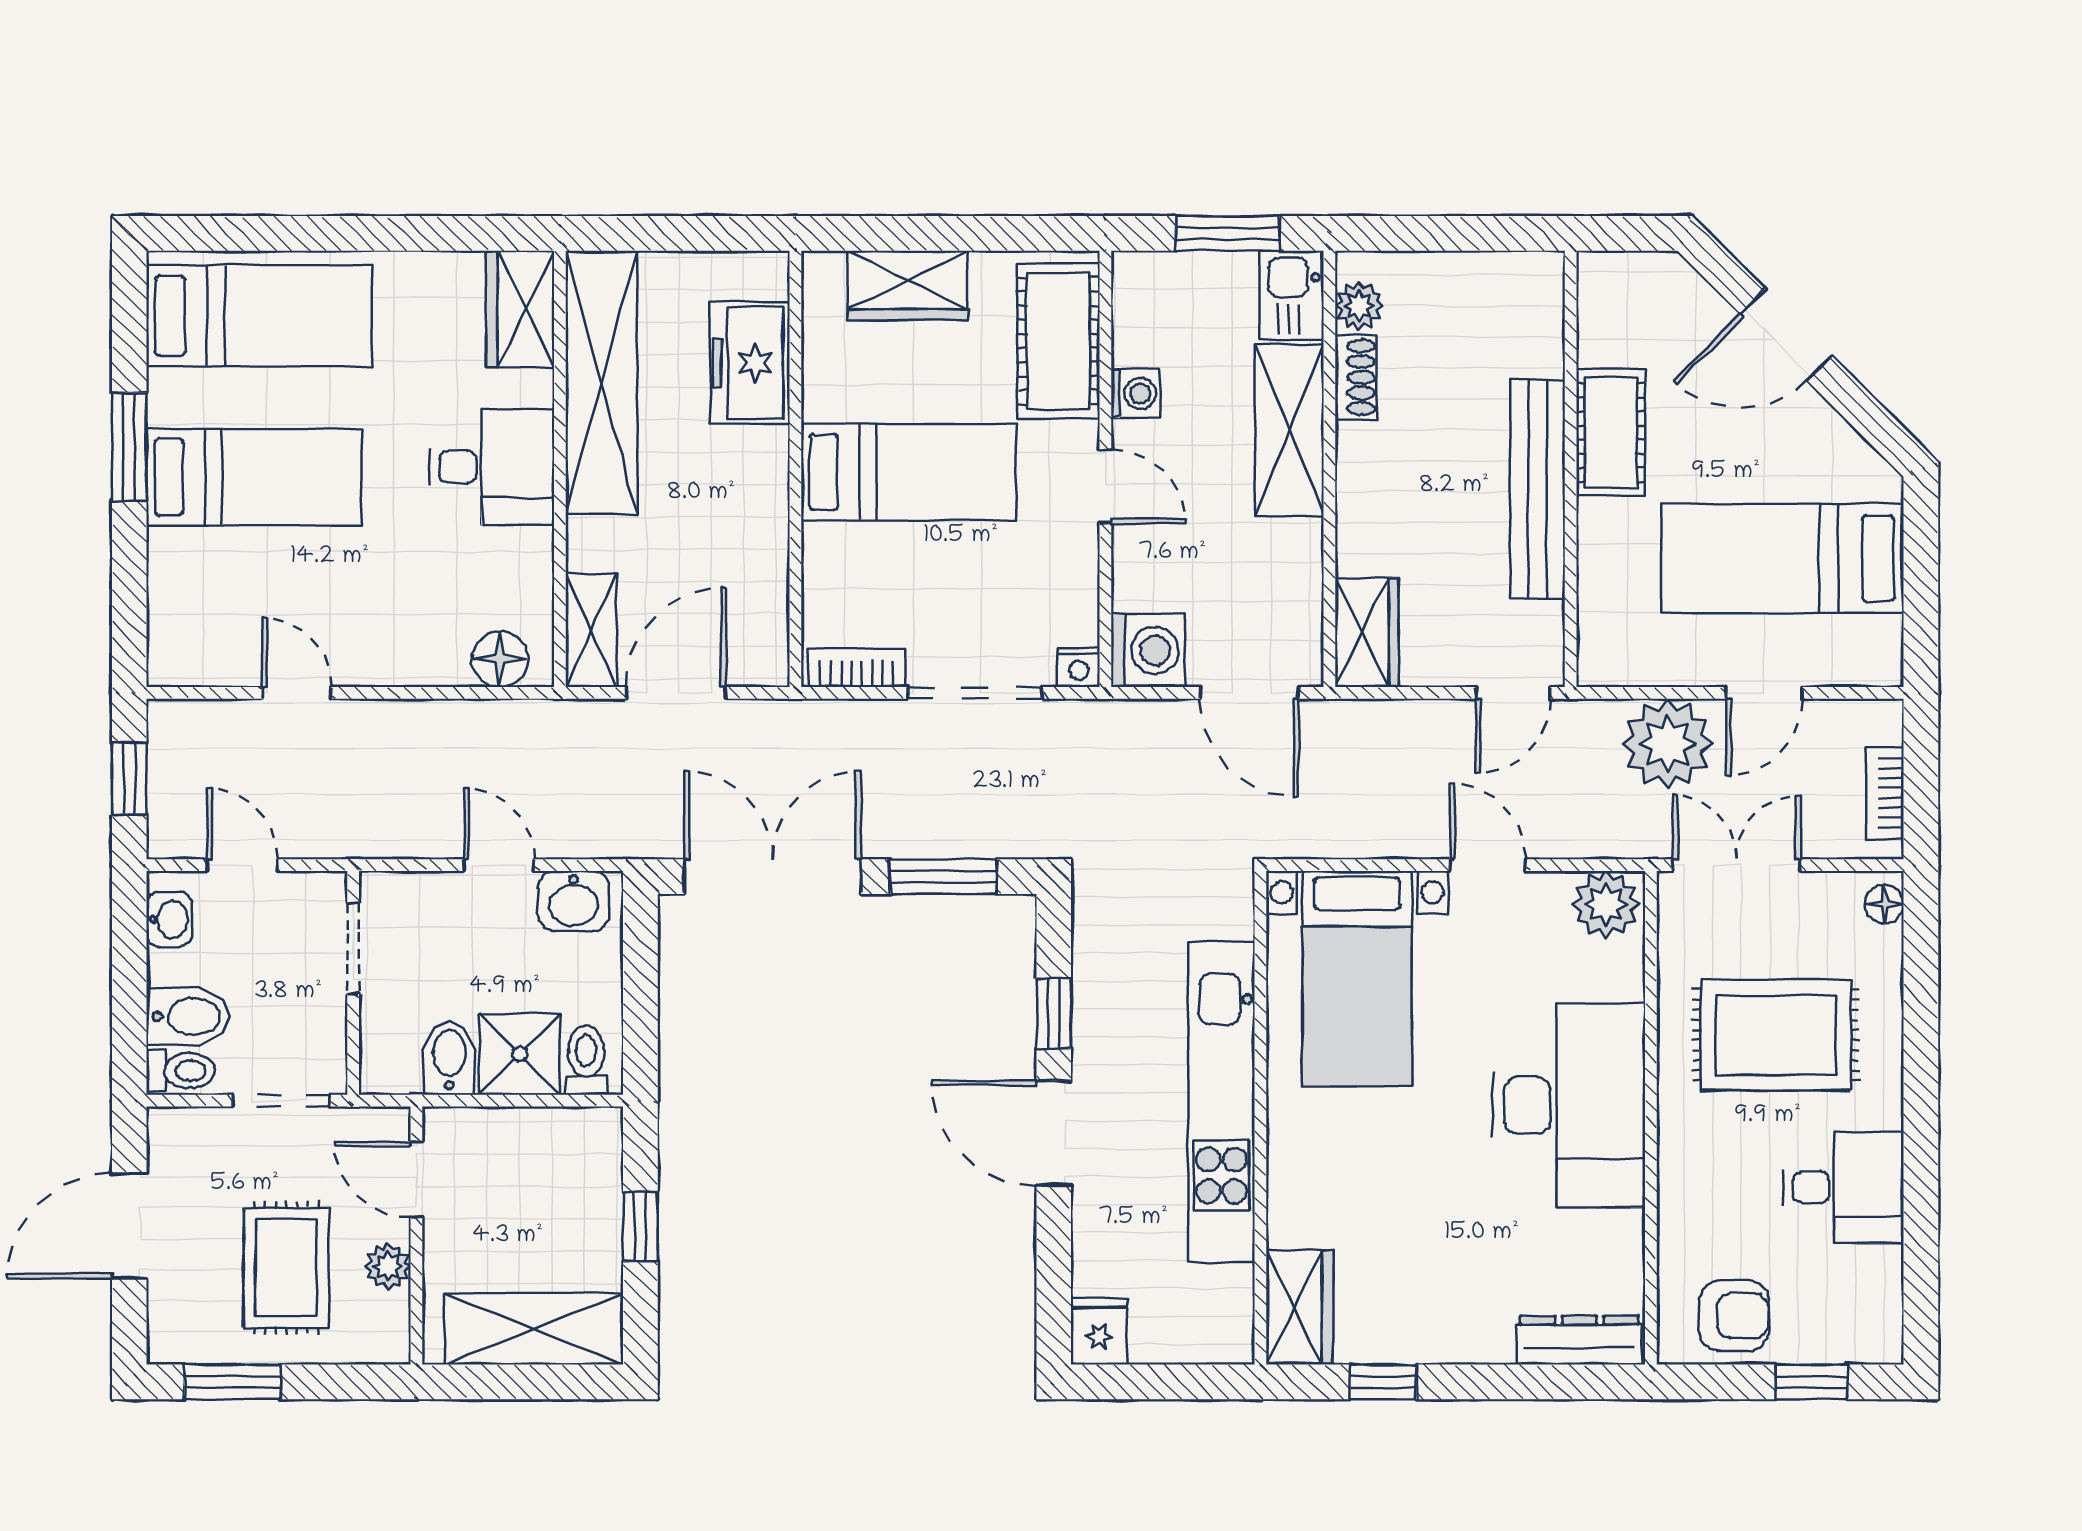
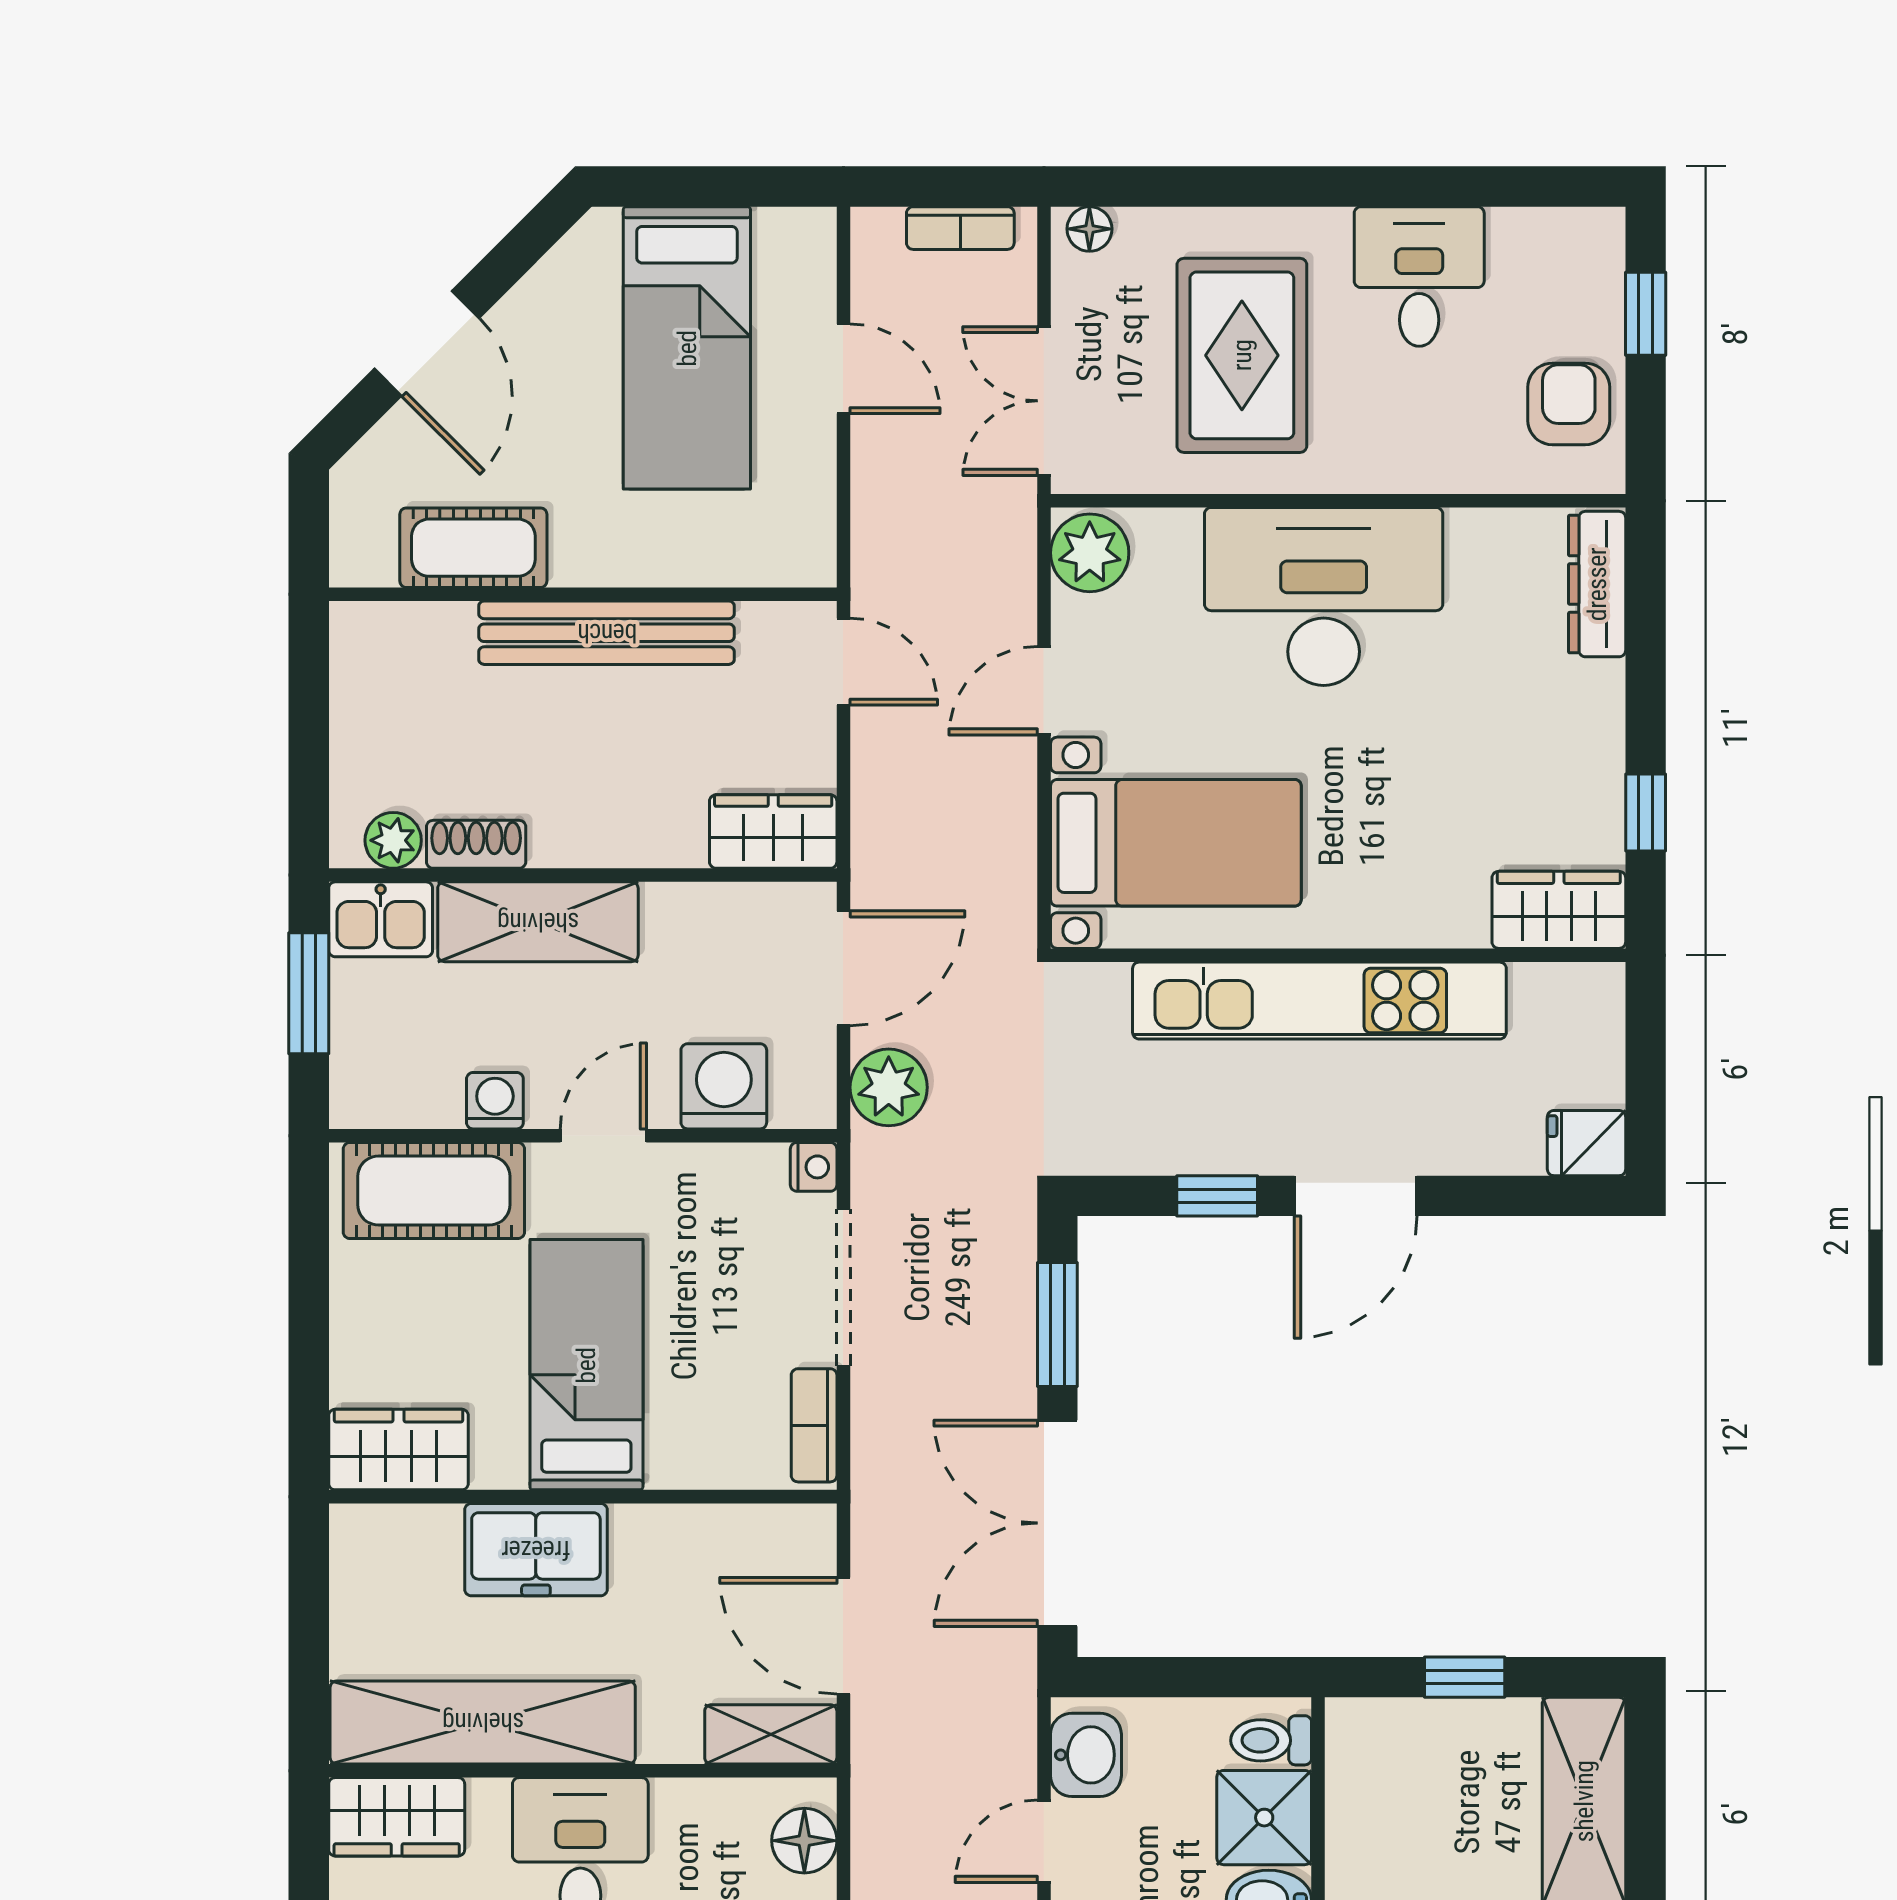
wardrobe: (908, 285) -> (398, 1450), moved, turned -90
freezer: (750, 363) -> (536, 1550), moved
cot: (1611, 432) -> (473, 548), moved
washing machine: (1148, 650) -> (724, 1086), moved
plant: (1667, 744) -> (889, 1087), moved, width x0.73, depth x0.73

